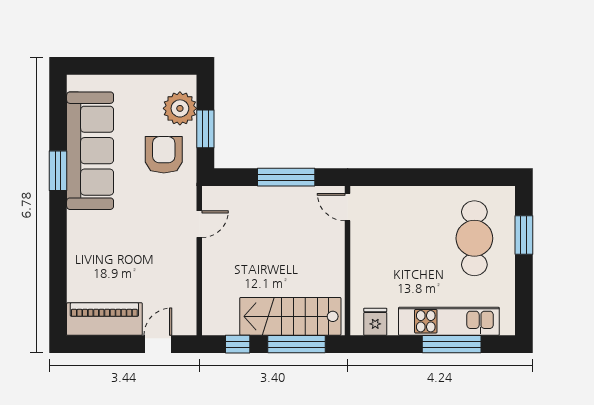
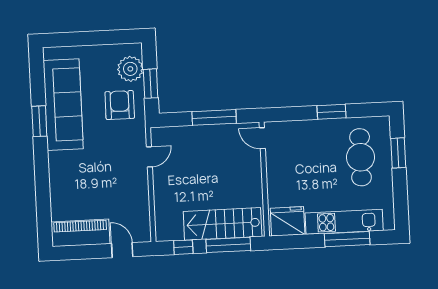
window: (439, 177) -> (331, 112), added
fridge: (375, 322) -> (288, 221), width x1.88, depth x1.34
door: (158, 344) -> (122, 250), hinge flipped

